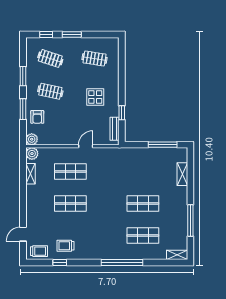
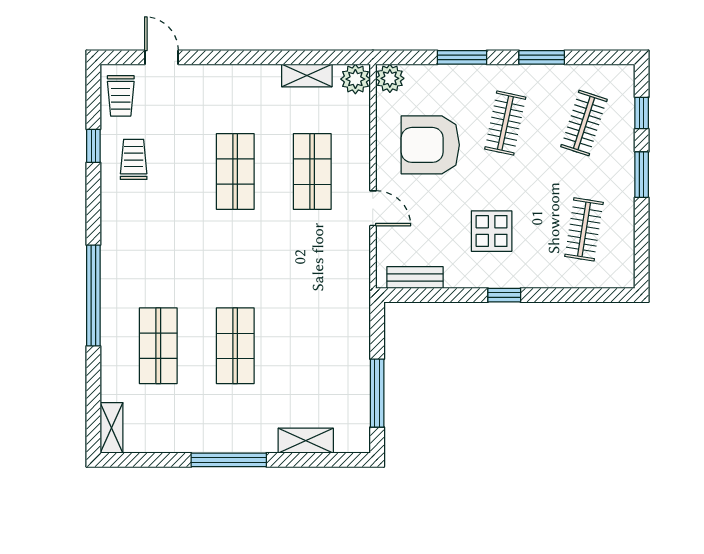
window: (122, 113) -> (504, 295), moved
armchair: (37, 117) -> (430, 145), moved, width x1.88, depth x1.88
window: (190, 221) -> (229, 460), moved

